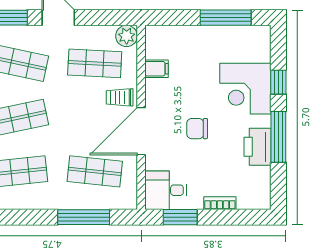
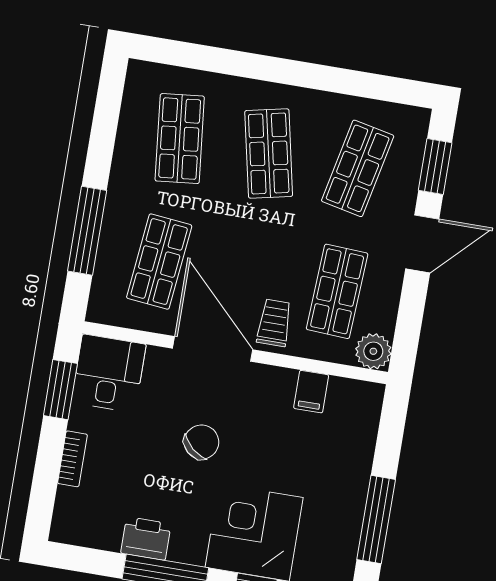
chair: (197, 129) -> (201, 442), turned 41
printer: (257, 147) -> (146, 538), width x0.73, depth x0.84

